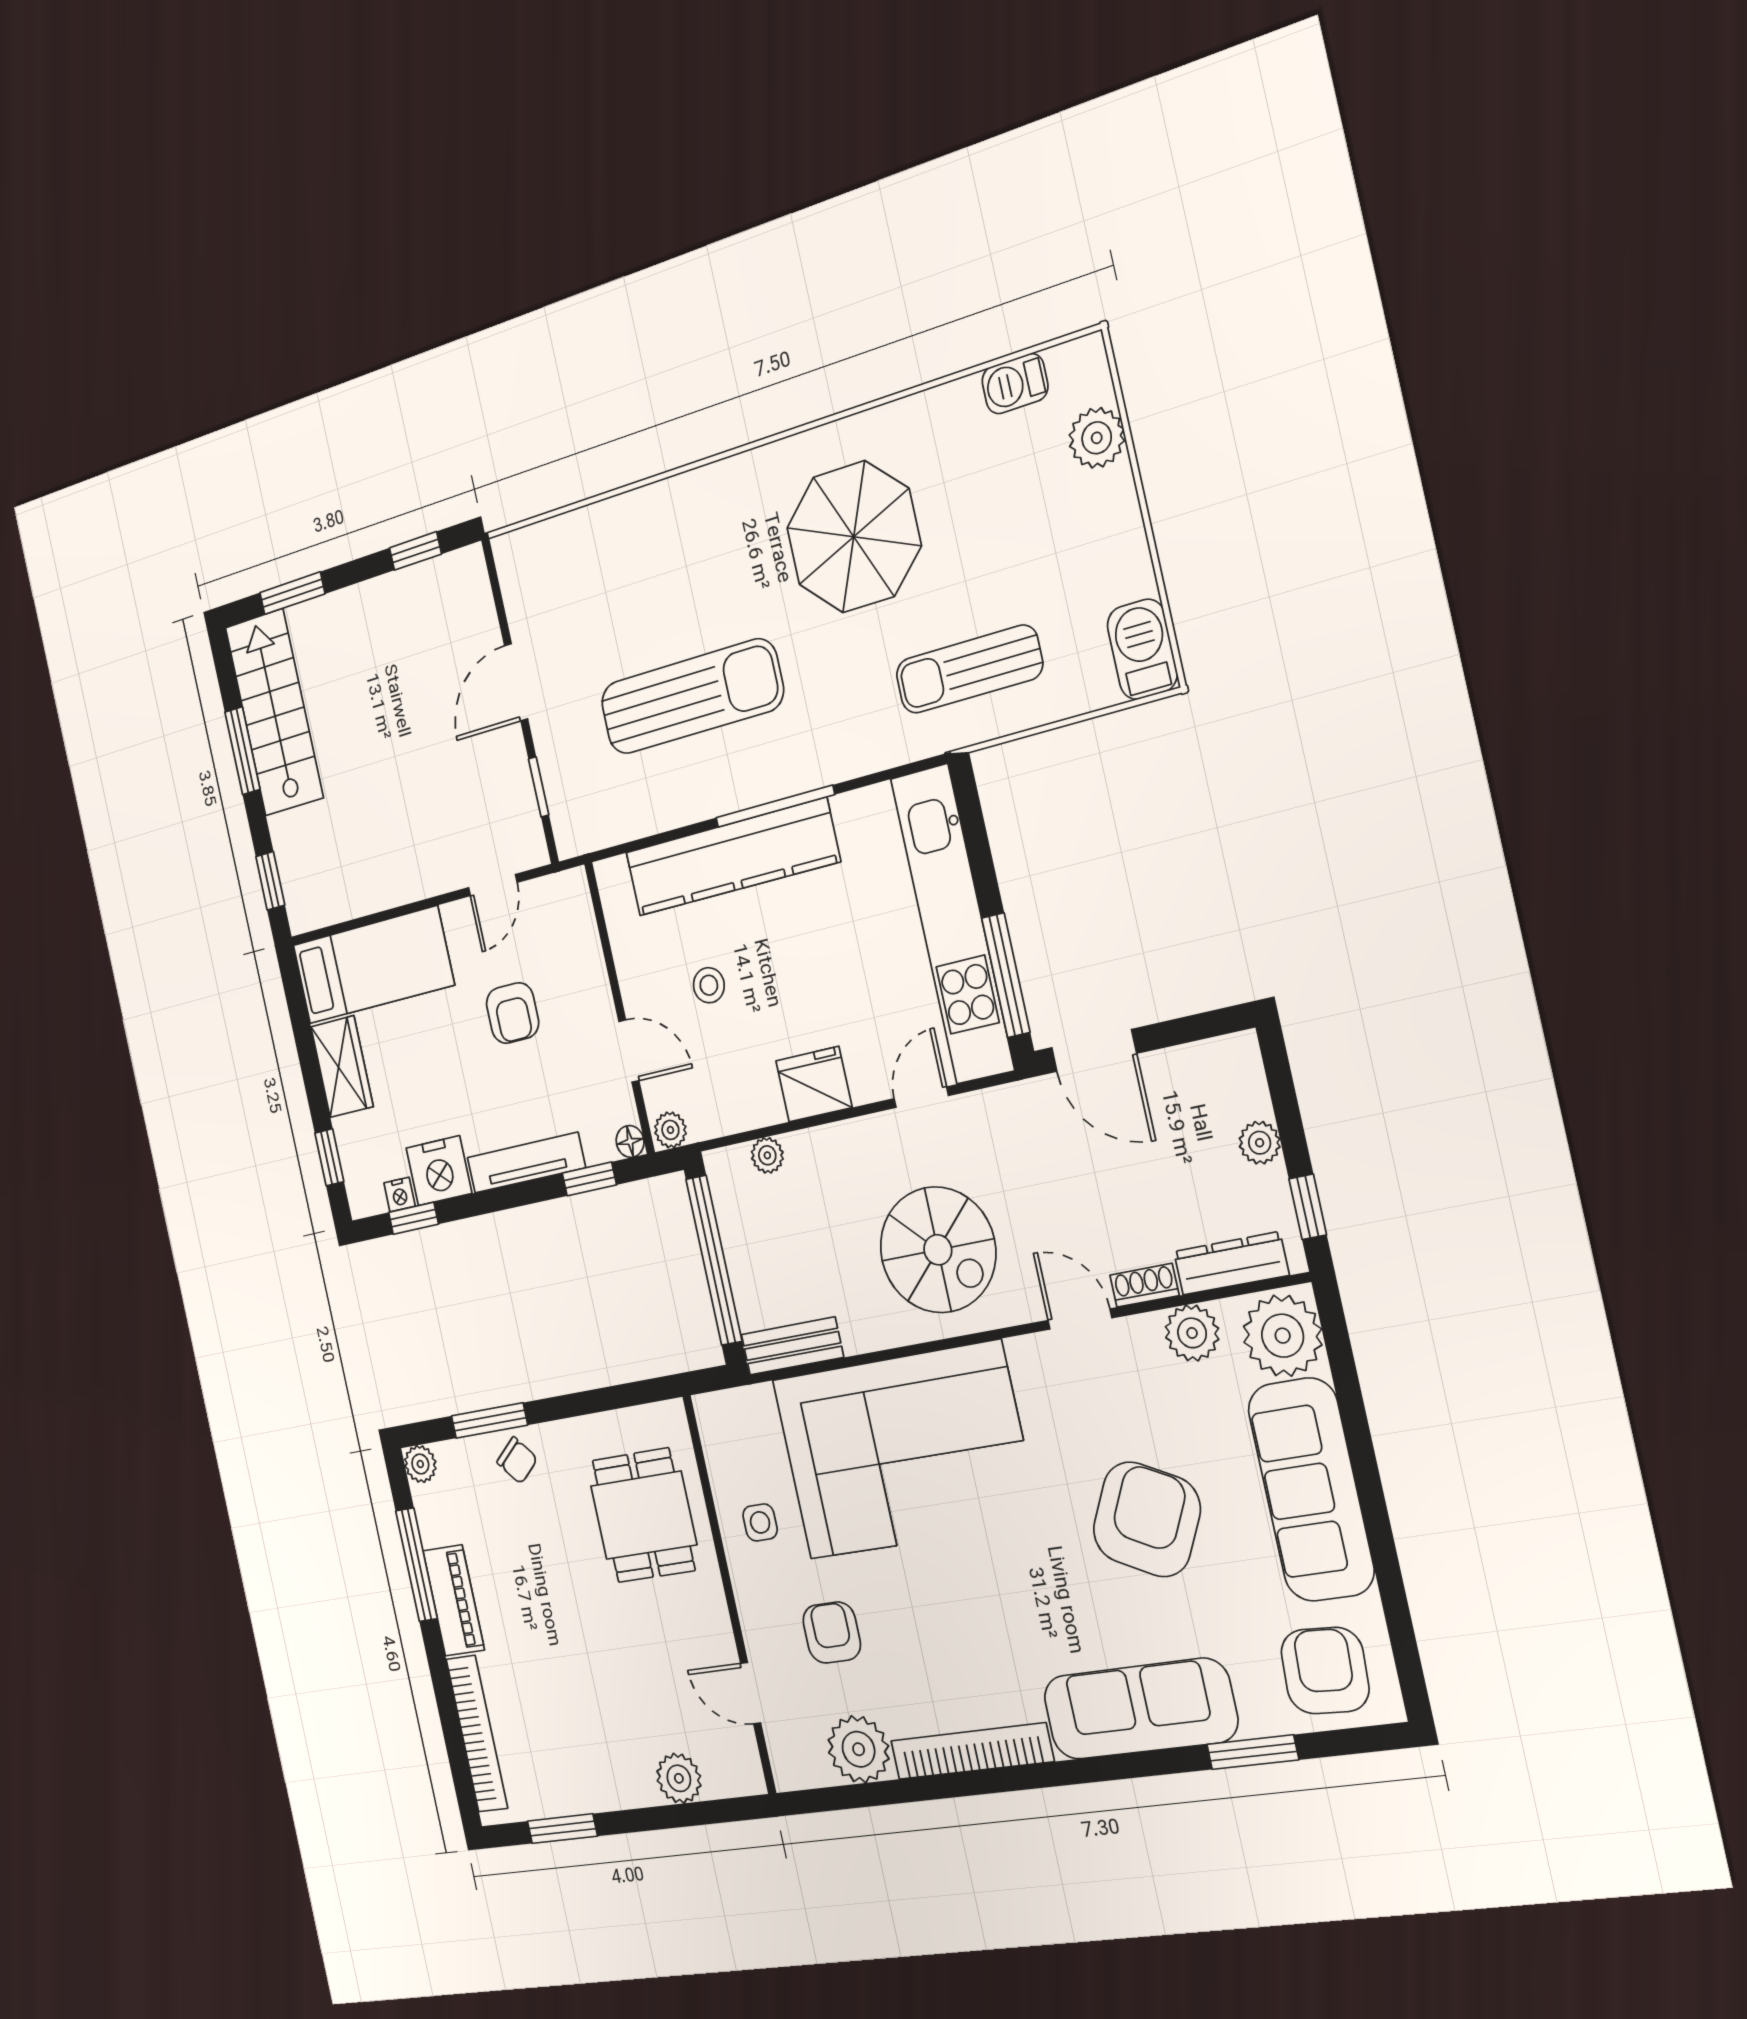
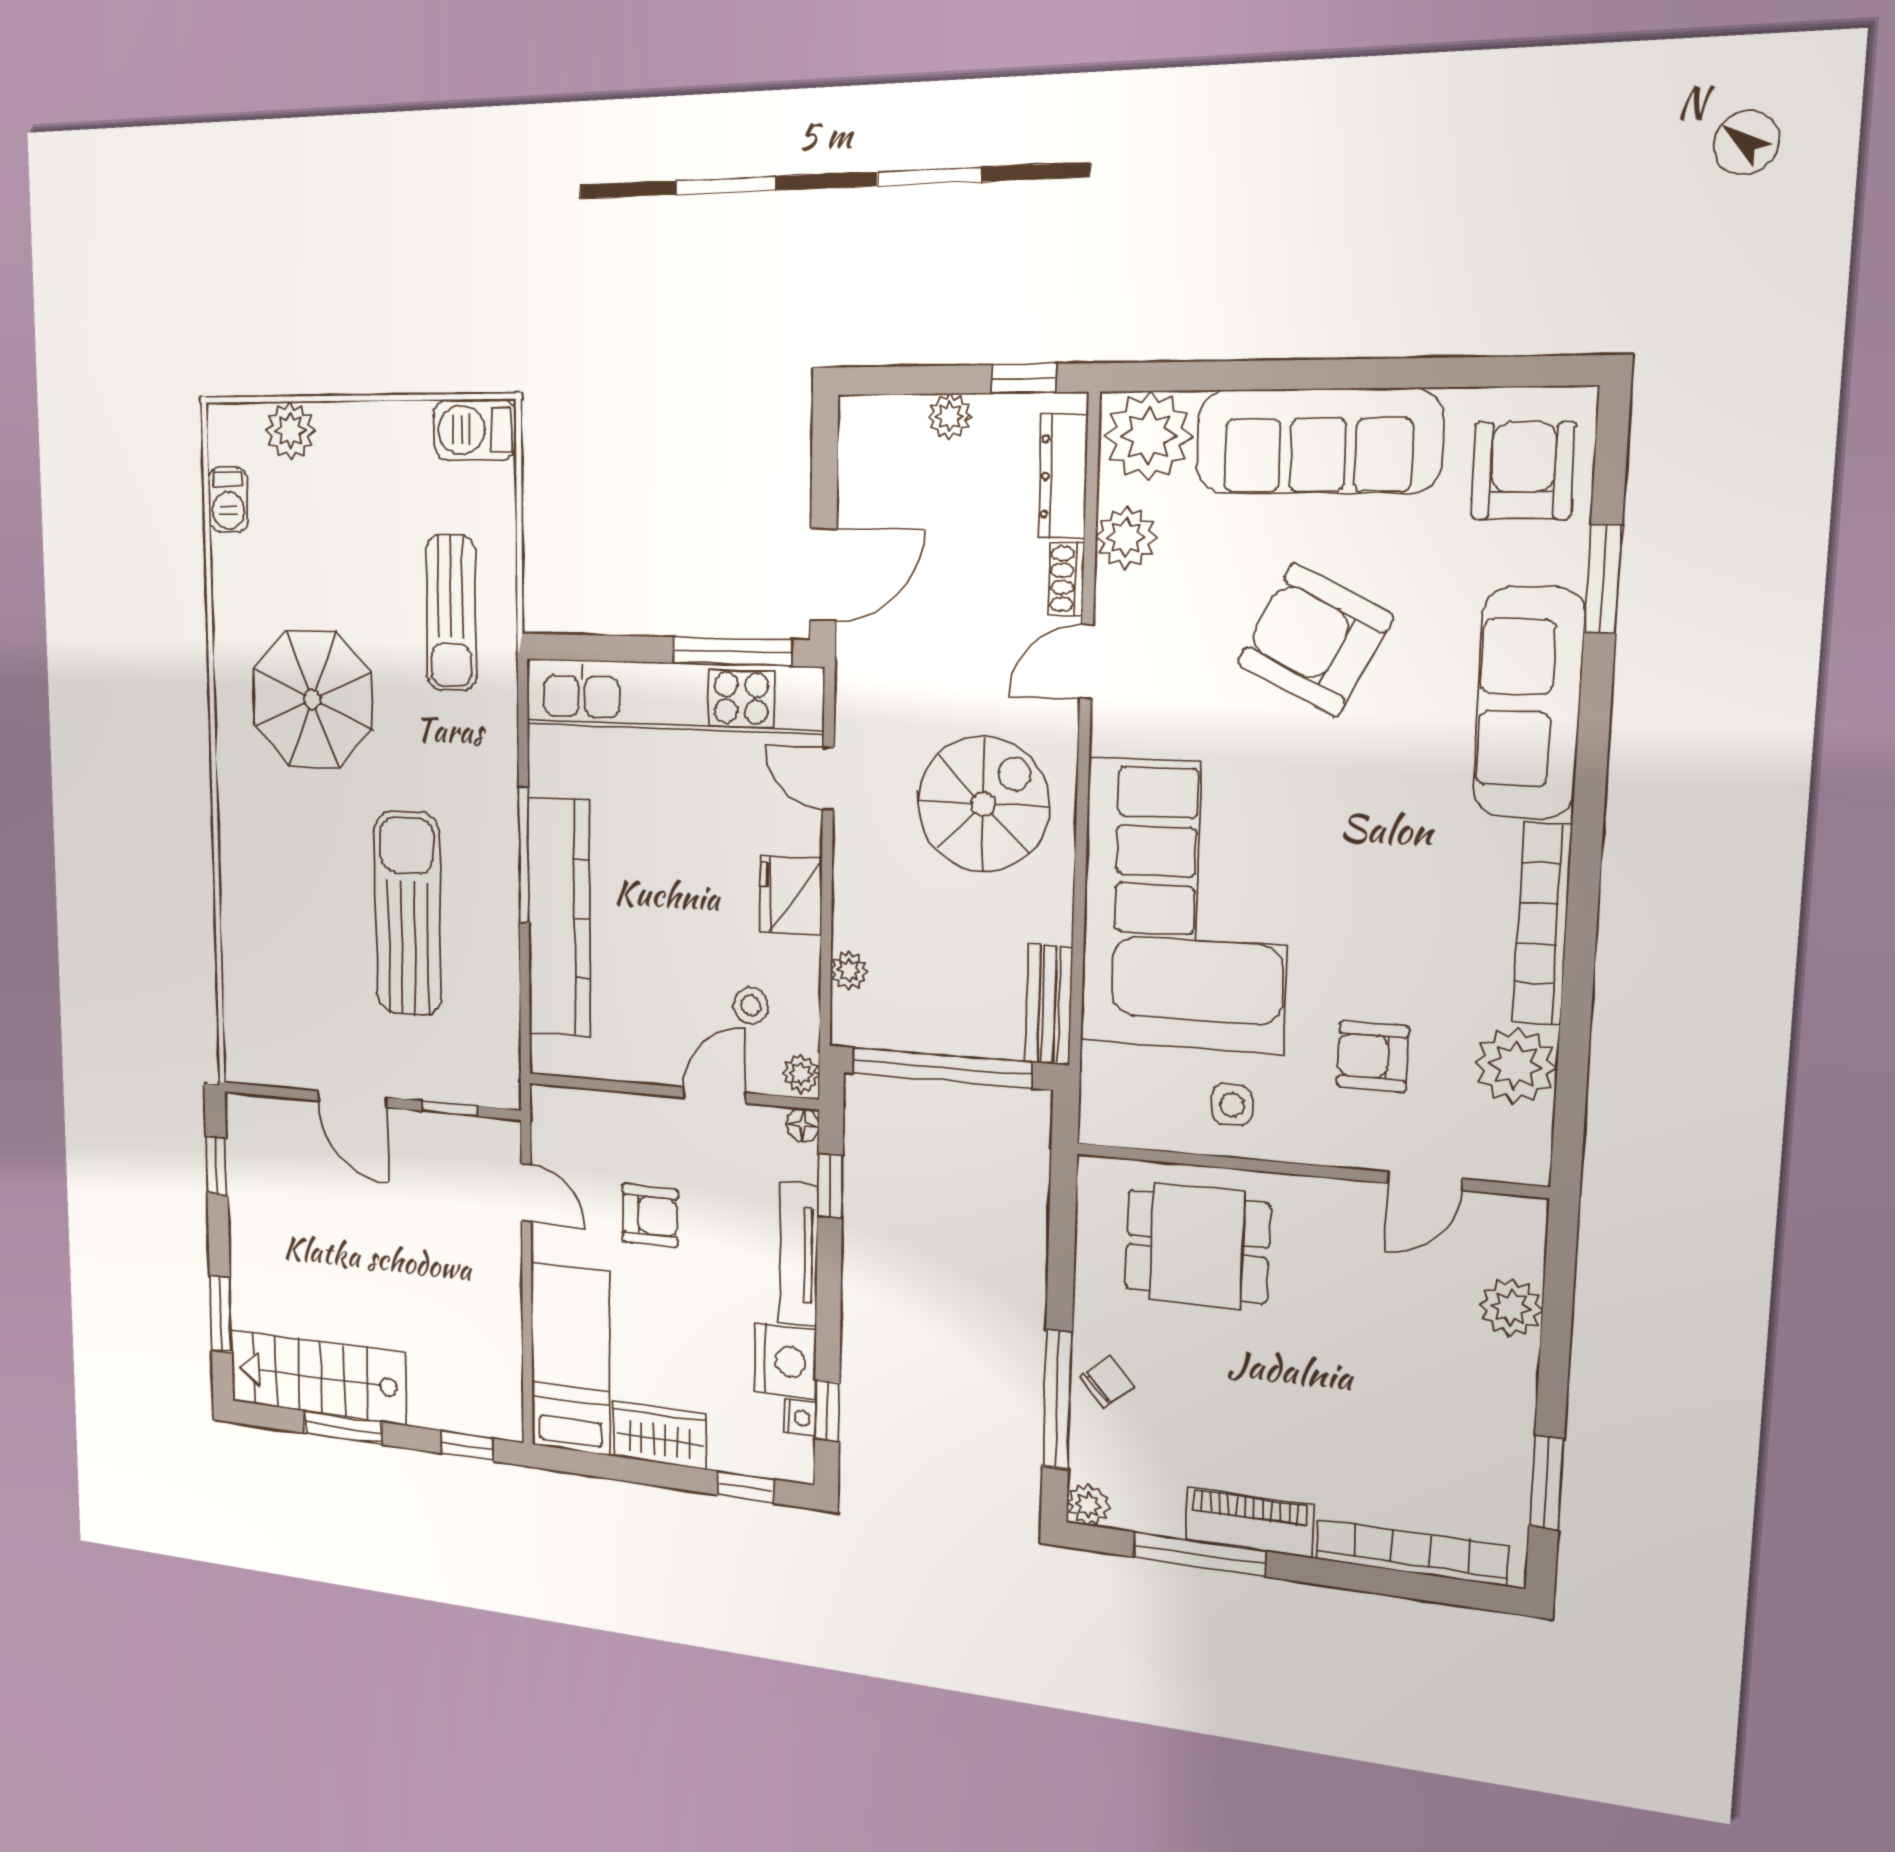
stool: (709, 985) -> (751, 1006), moved
window: (489, 1420) -> (1057, 1400), width x1.44
armchair: (1325, 1671) -> (1523, 471), turned 87

